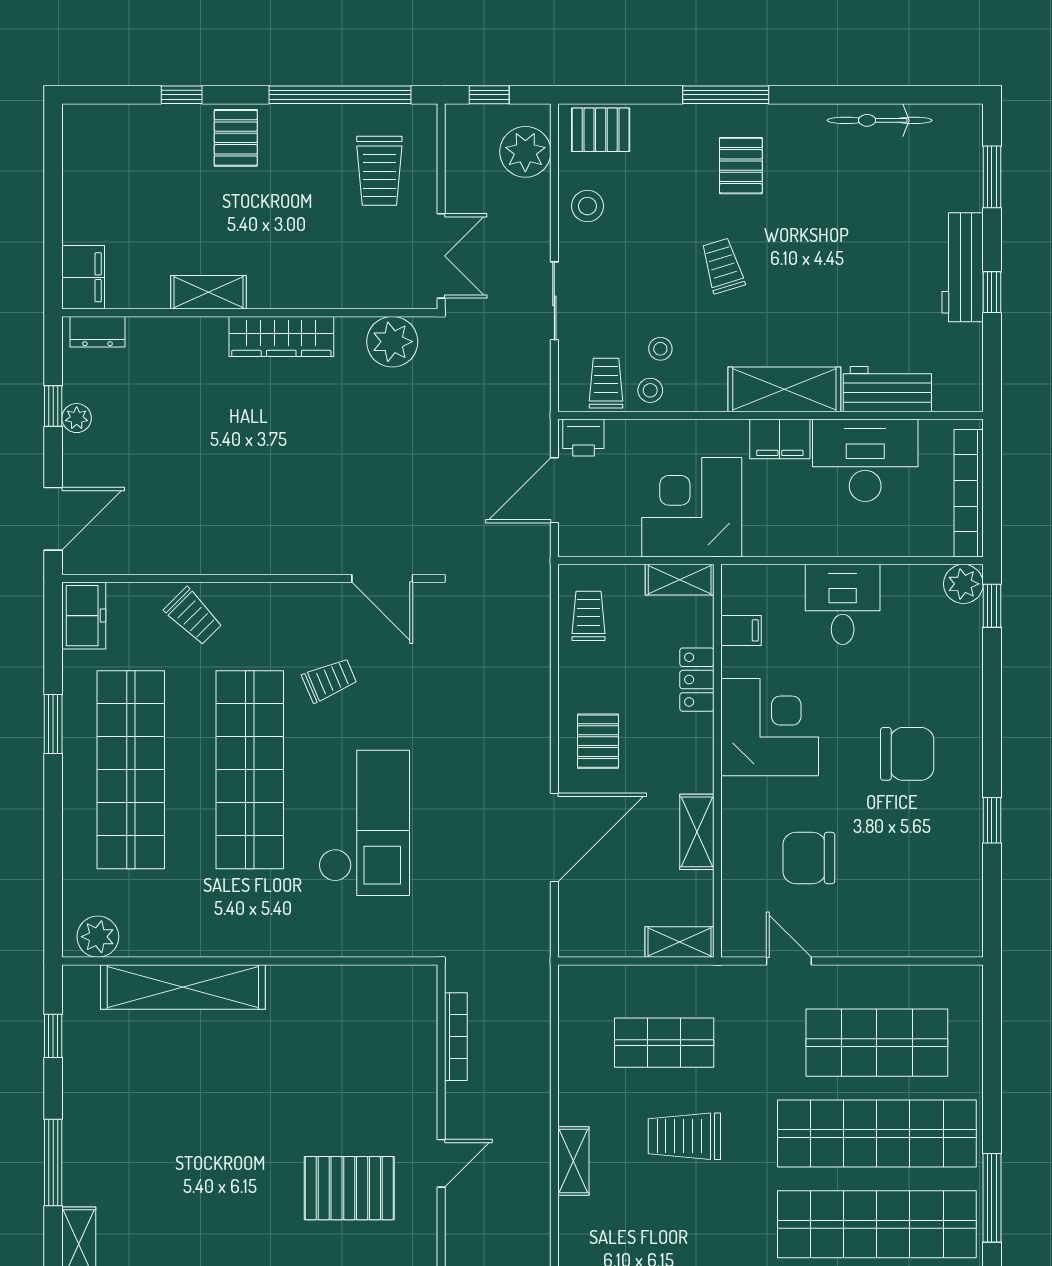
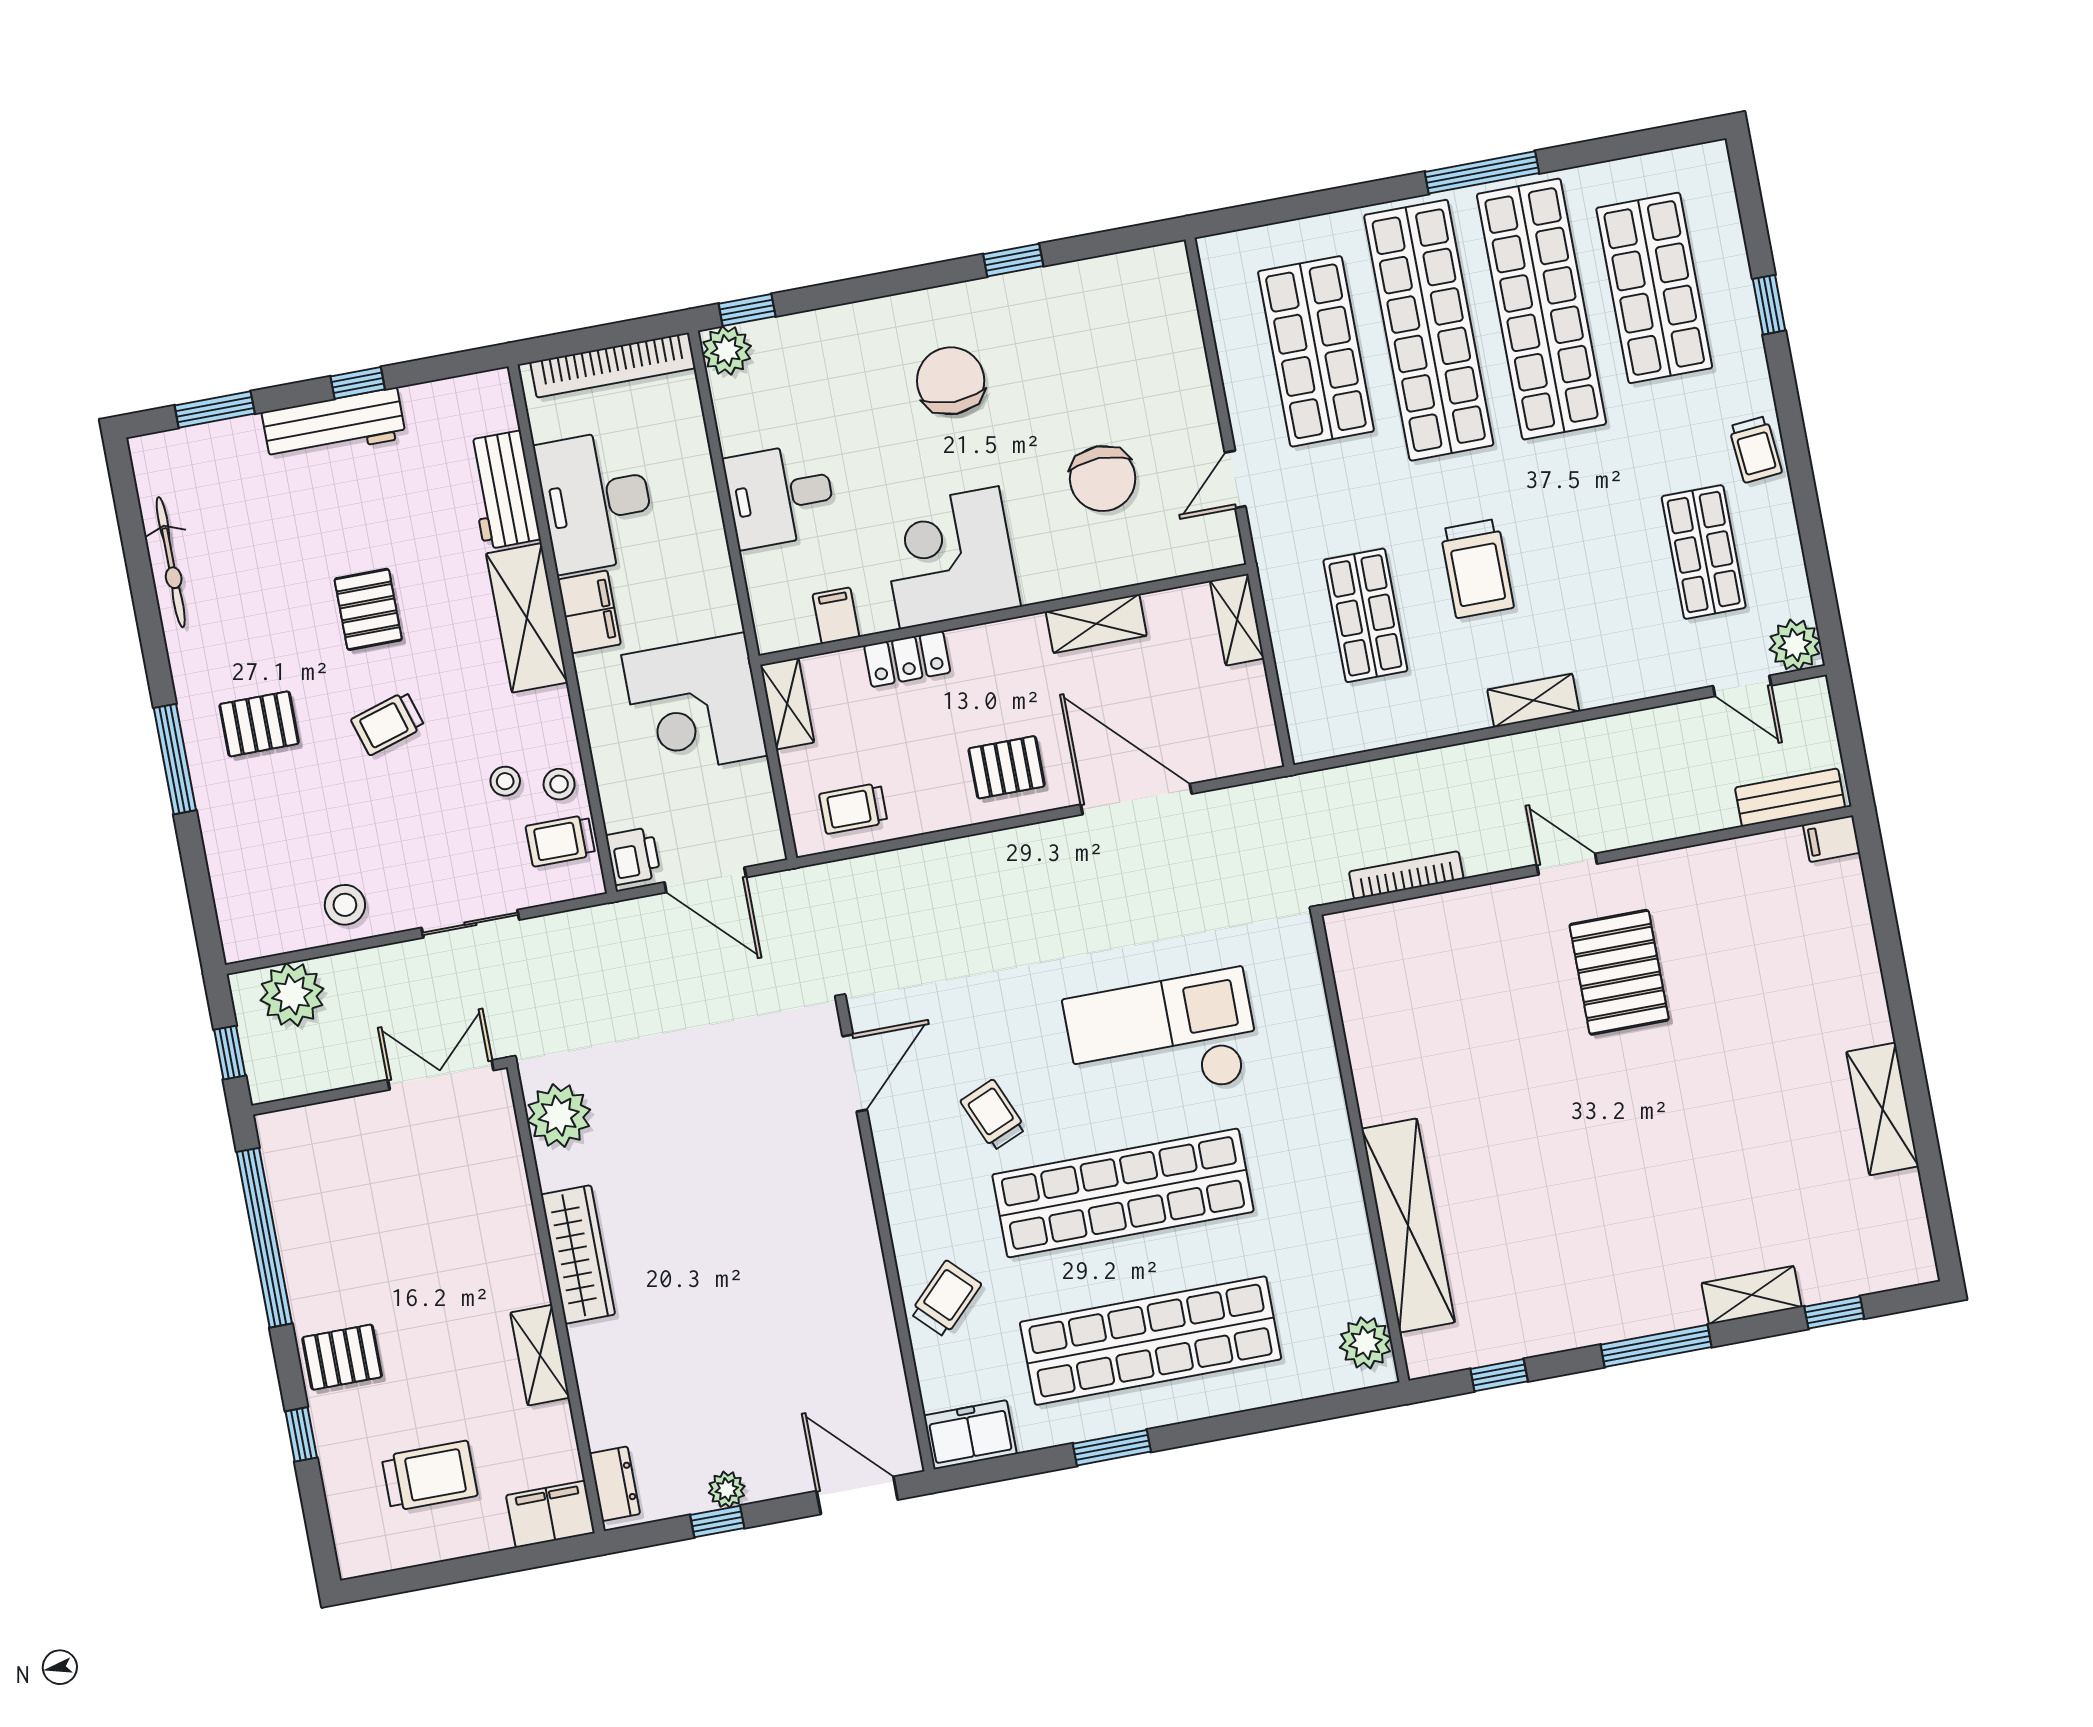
pallet: (601, 130) -> (368, 609), moved
trolley: (379, 171) -> (430, 1476), moved

